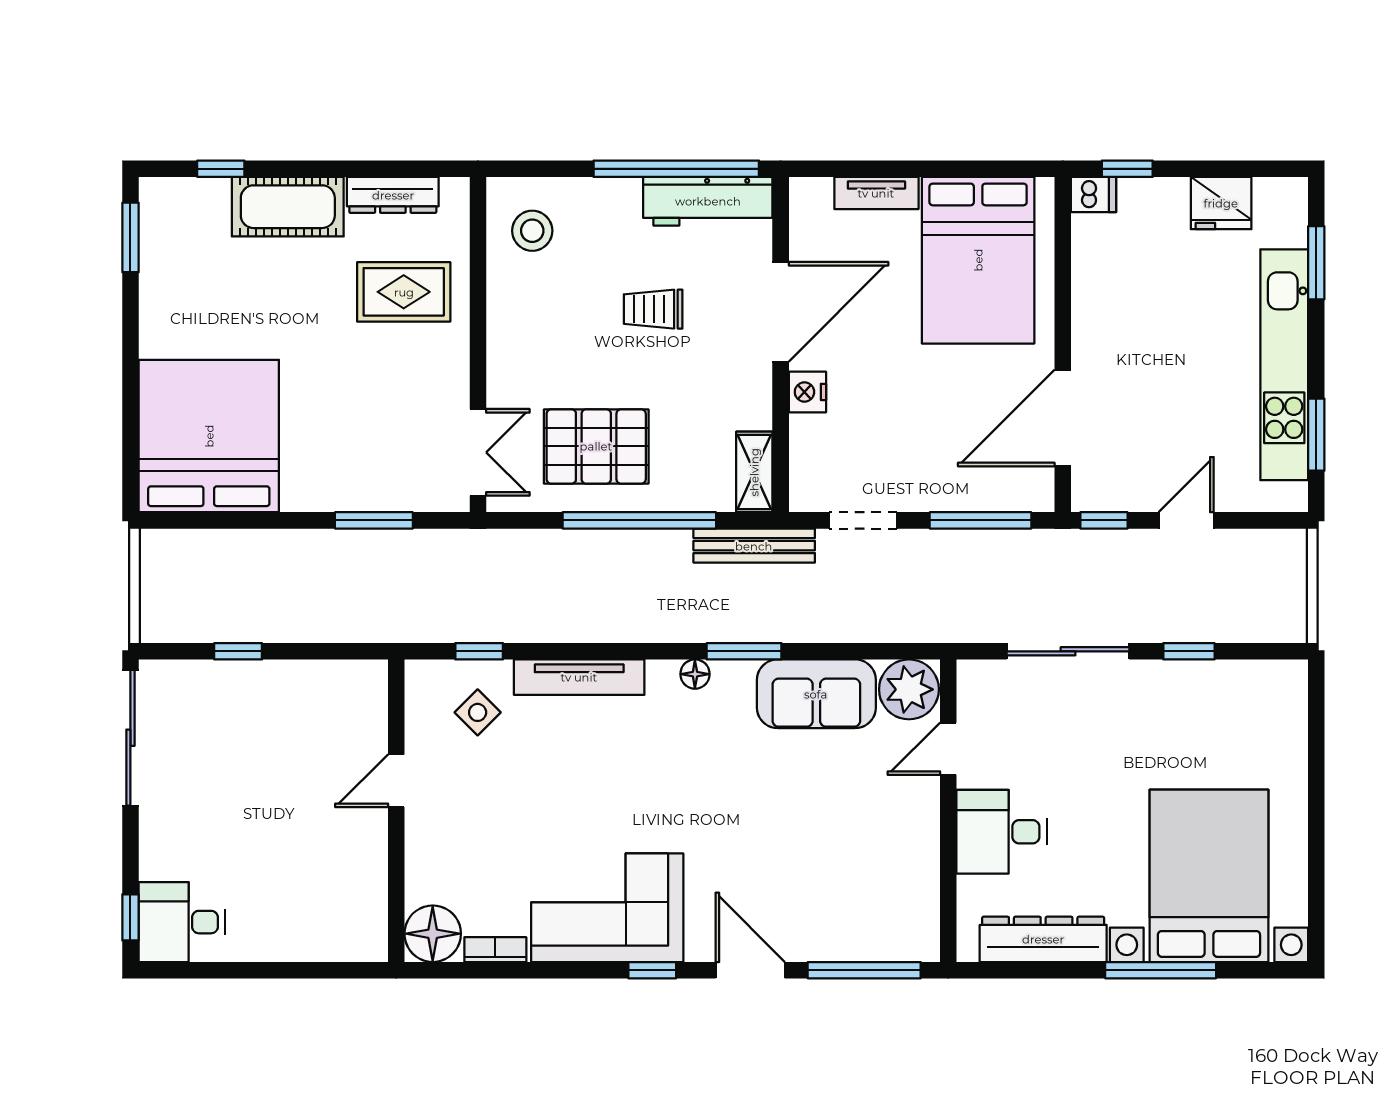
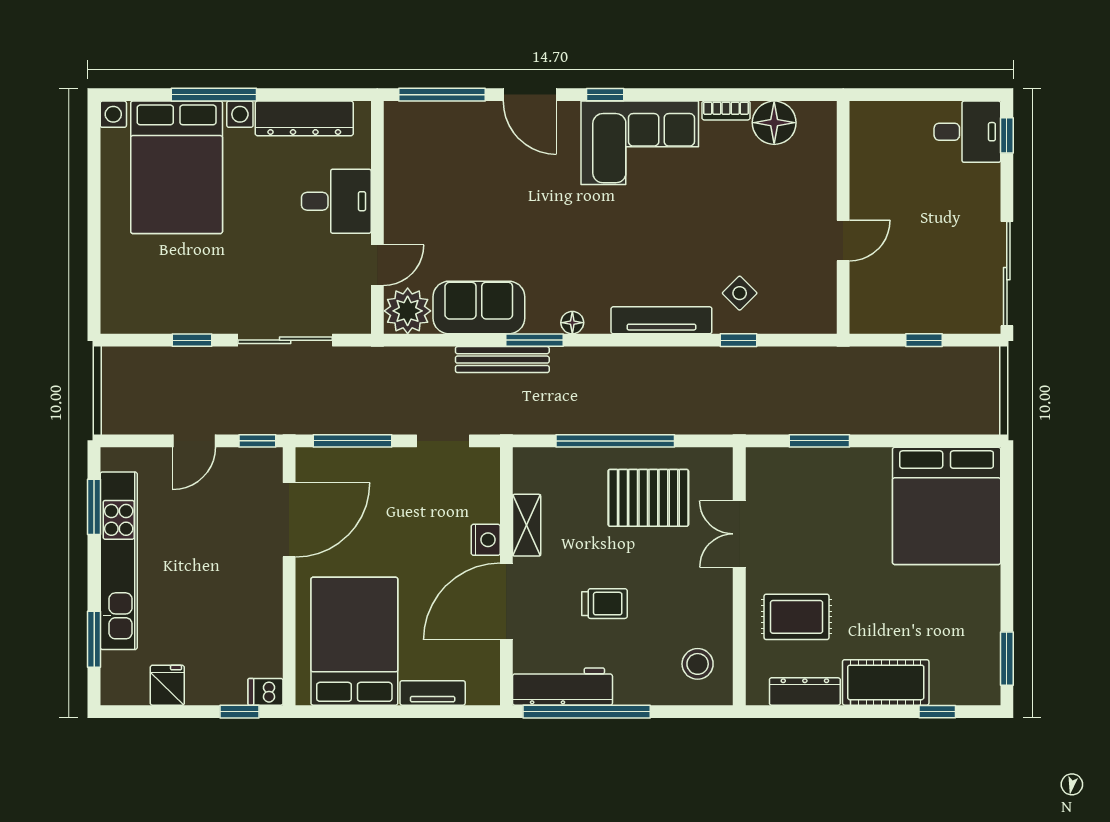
fridge: (1221, 203) -> (167, 685), width x0.72
double door: (478, 452) -> (739, 534), moved
shelving: (754, 472) -> (527, 525), moved
bench: (754, 546) -> (502, 360), moved
door: (396, 781) -> (843, 240), moved
wall: (396, 811) -> (843, 217), moved

